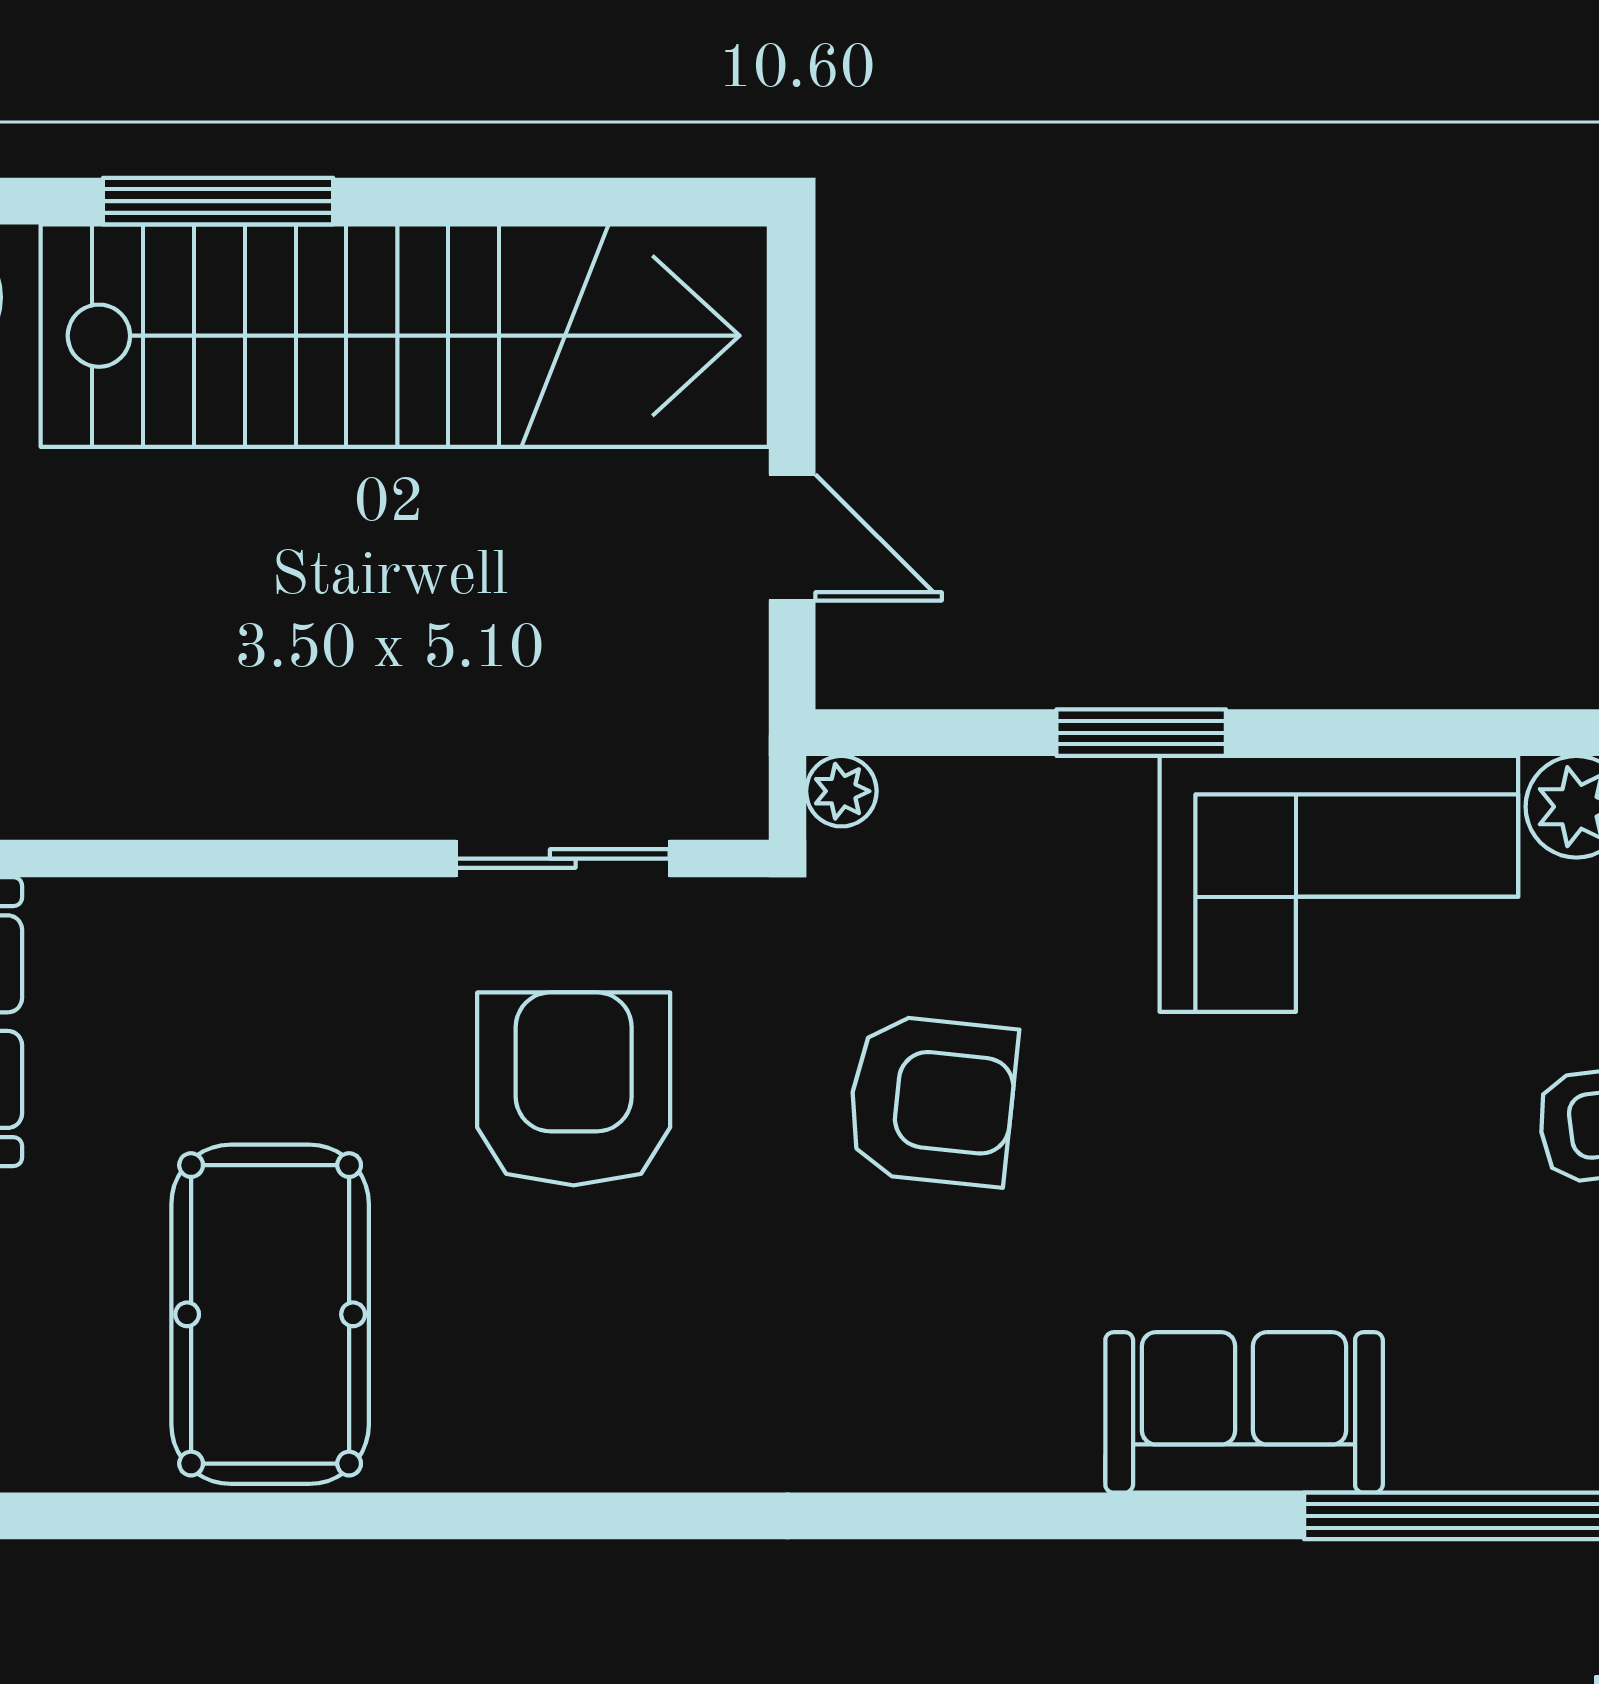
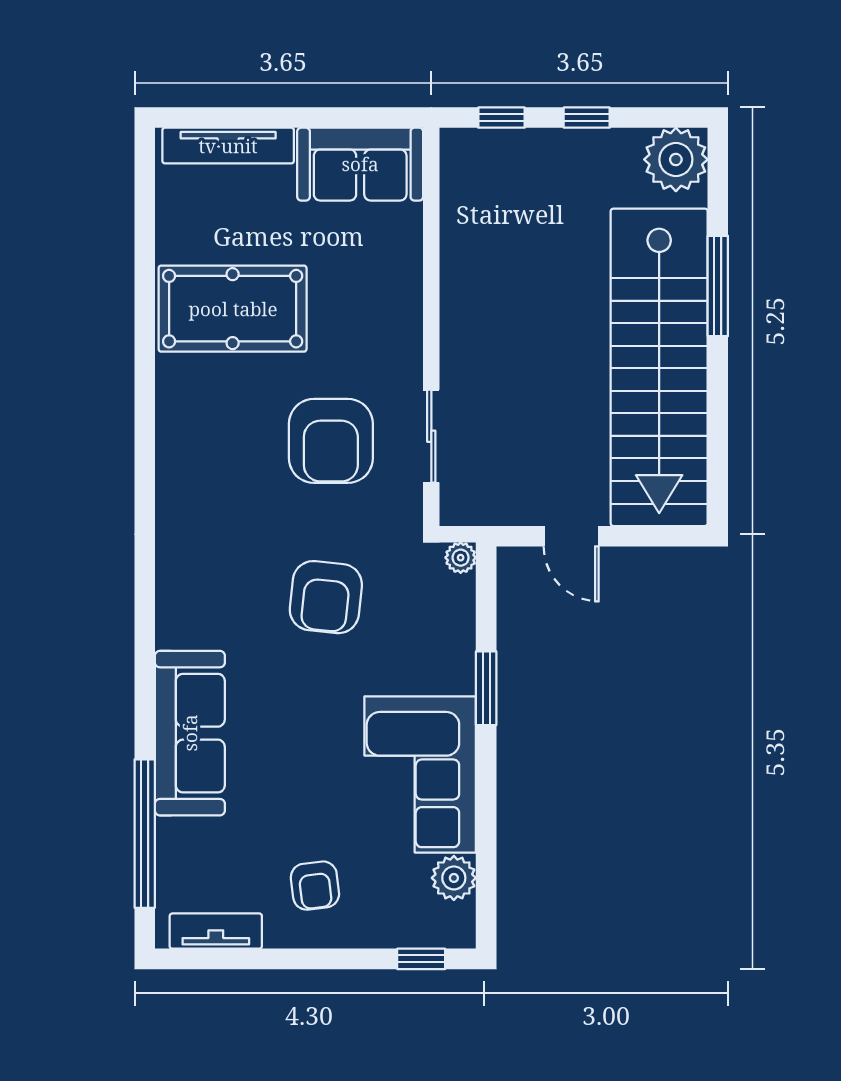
door: (792, 537) -> (571, 536), hinge flipped
armchair: (574, 1089) -> (331, 441), turned 90
sofa: (1244, 1412) -> (190, 733), width x1.36

